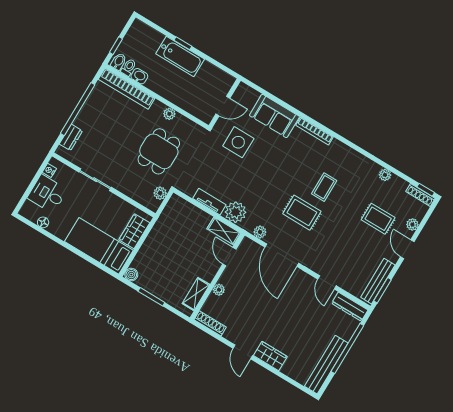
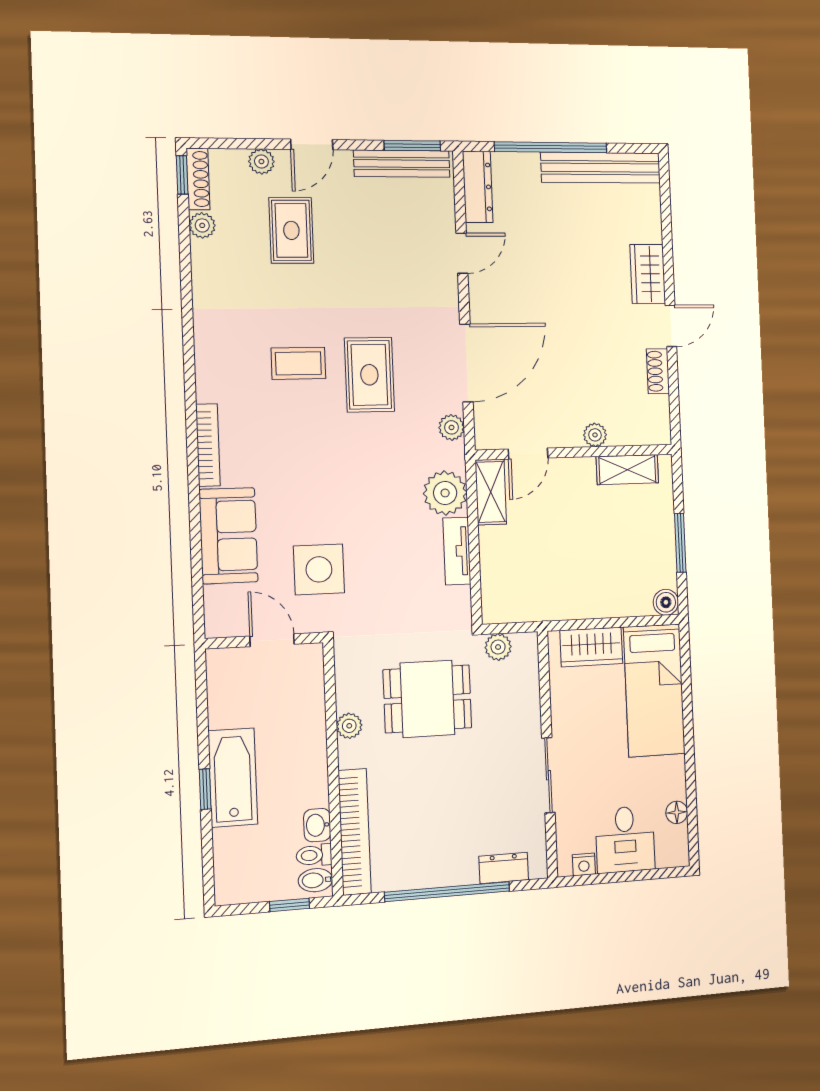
plant: (385, 175) -> (202, 225), moved
shoe rack: (210, 323) -> (658, 371), moved, width x0.70

